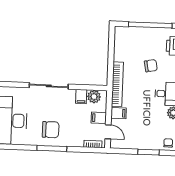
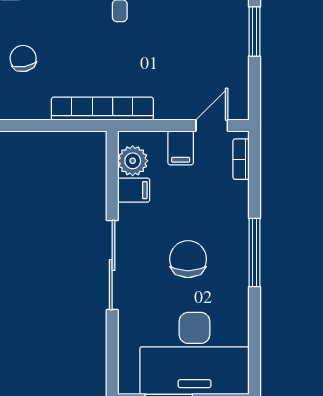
chair: (151, 66) -> (23, 58), moved
filing cabinet: (119, 113) -> (168, 103), removed
chair: (51, 130) -> (188, 259), moved

